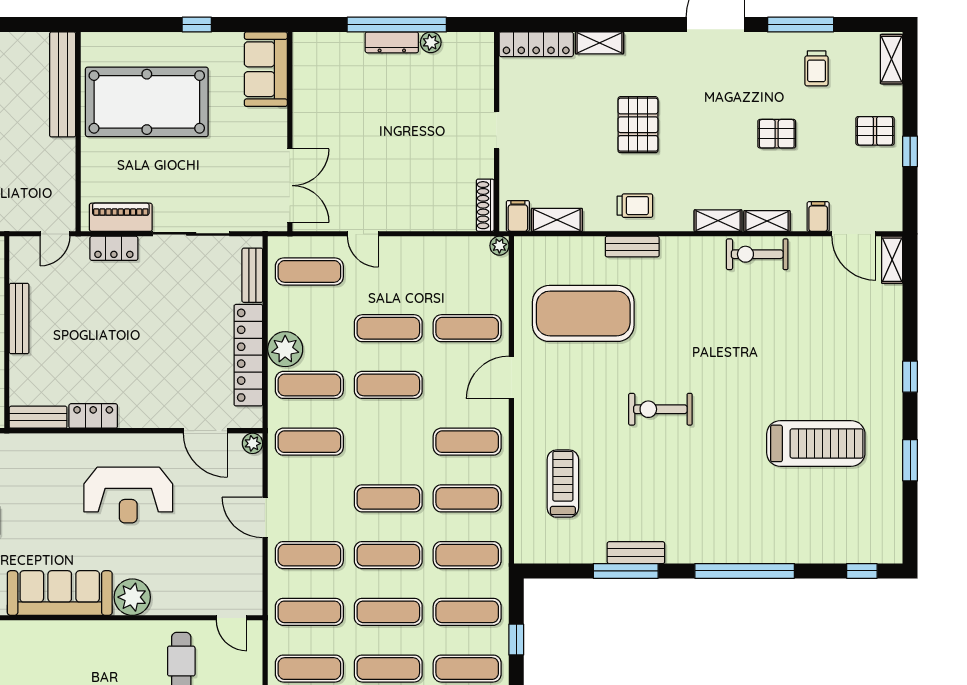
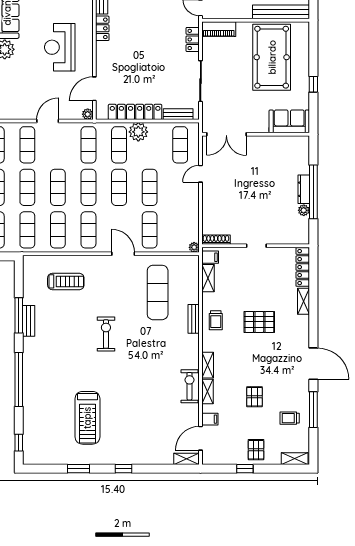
piano: (121, 217) -> (219, 29), moved, turned 90
exercise mat: (583, 313) -> (158, 292), width x0.68
exercise mat: (388, 442) -> (88, 187), added

